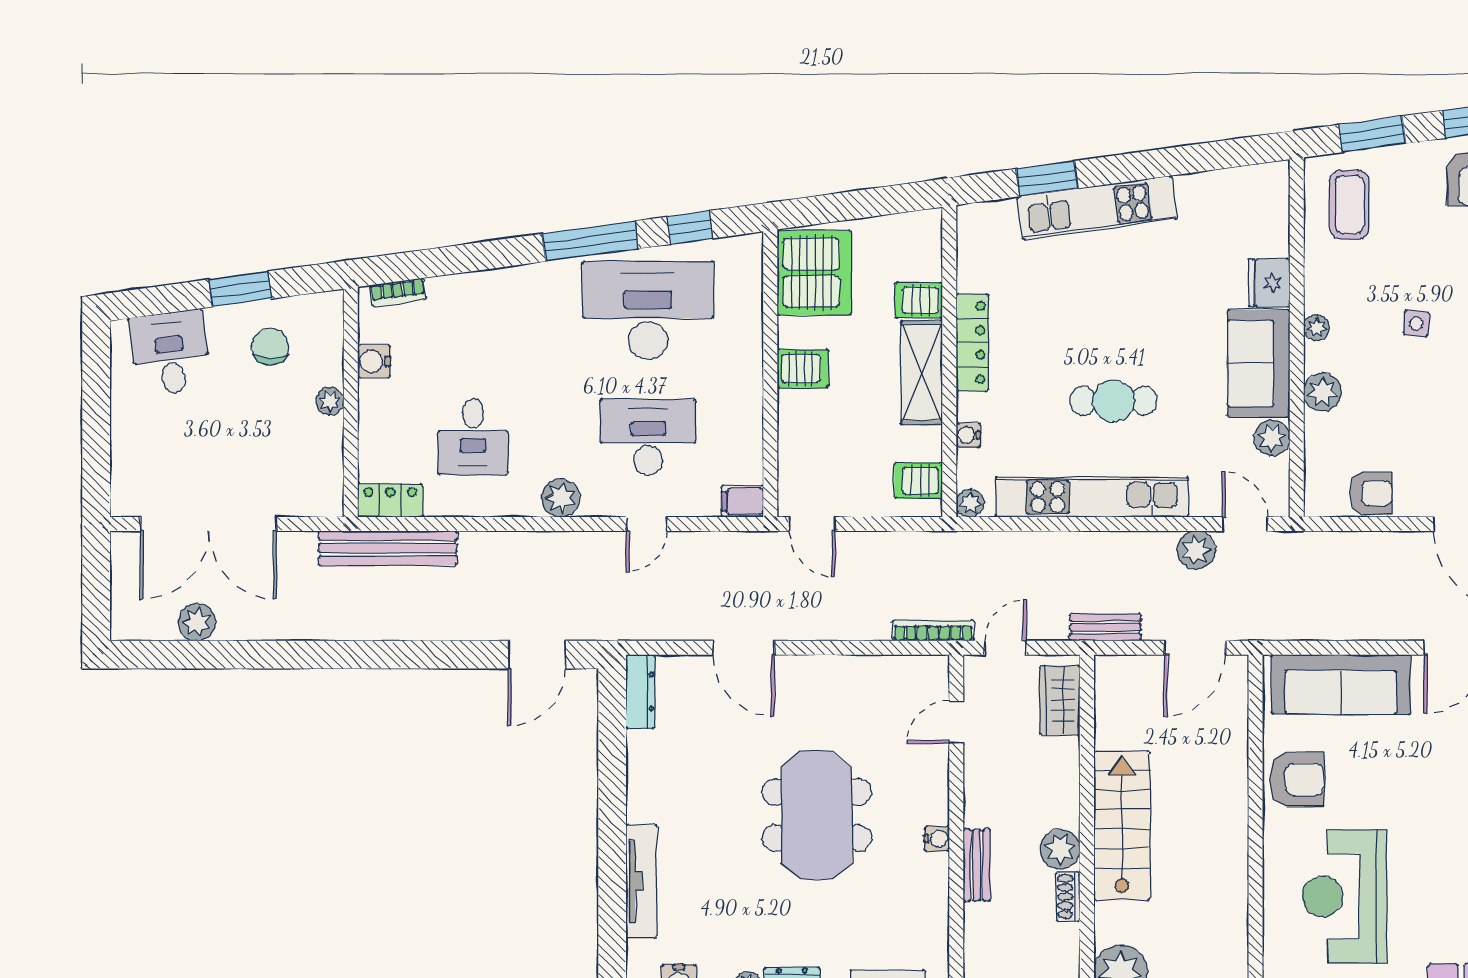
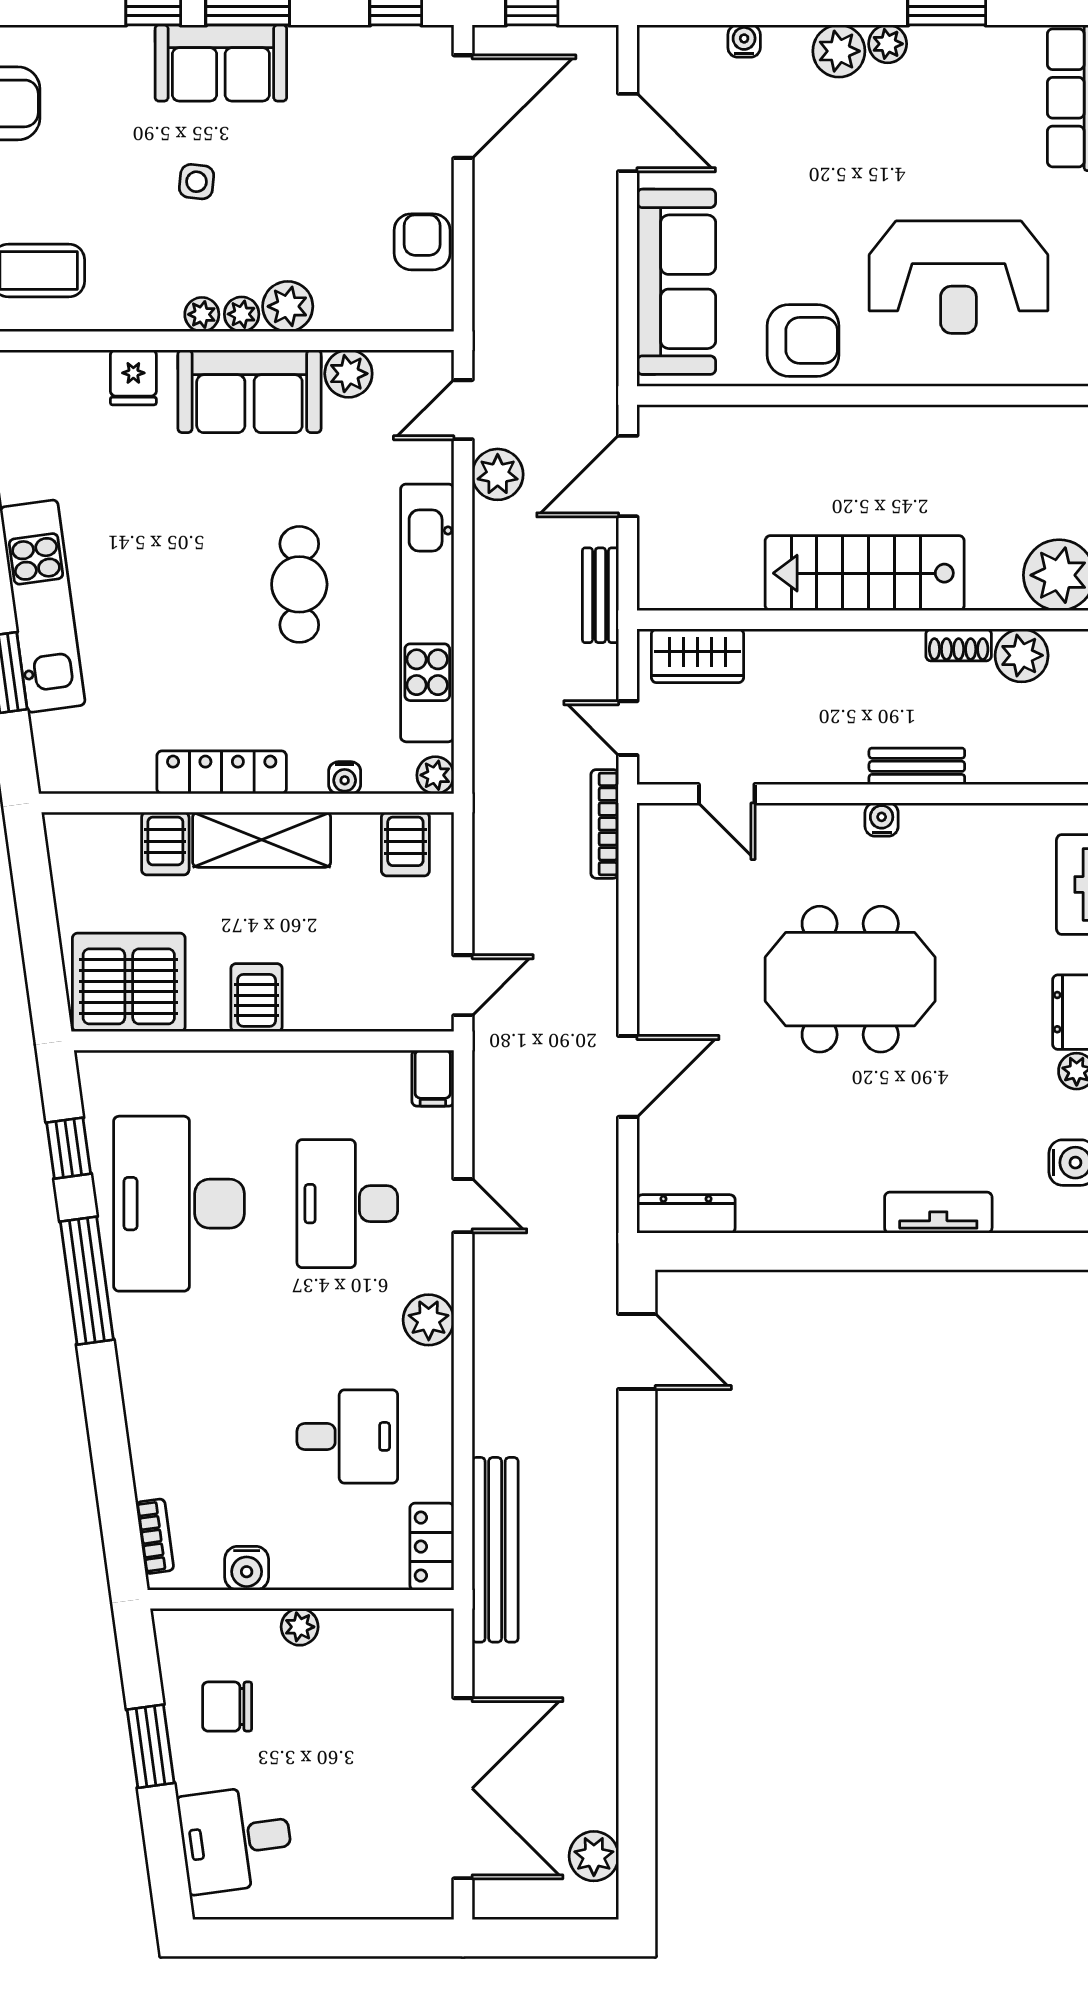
fridge: (1269, 283) -> (133, 377), width x0.72
plant: (1317, 358) -> (242, 314), added
plant: (197, 622) -> (594, 1856), moved
door: (1195, 648) -> (628, 476), swing flipped
armchair: (1297, 780) -> (803, 340), turned 90
plant: (1060, 849) -> (1022, 655), moved
tv unit: (641, 881) -> (938, 1213), width x0.71

